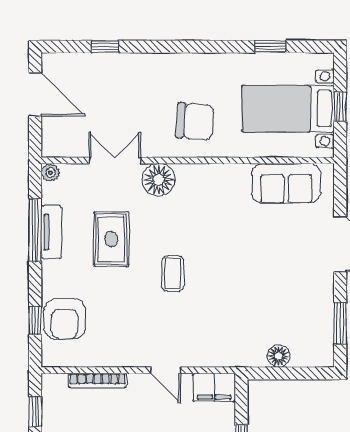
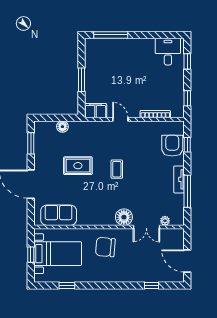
plant: (50, 173) -> (165, 221), moved
tv unit: (51, 232) -> (179, 179), moved
rug: (111, 239) -> (78, 166), moved, turned 90

